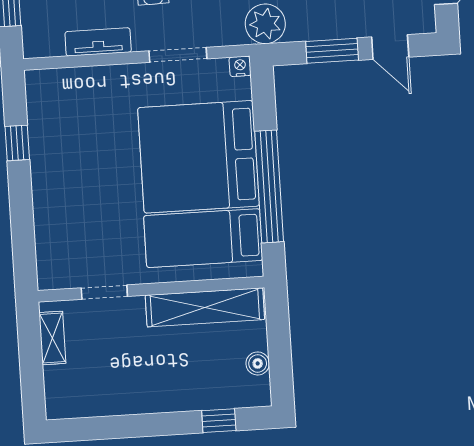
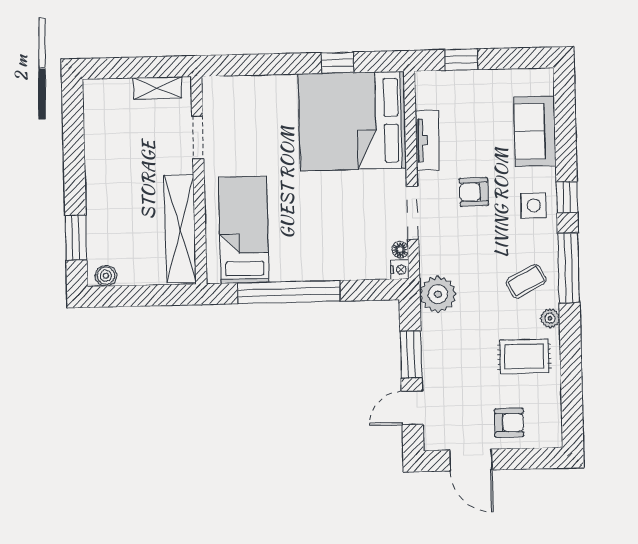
floor lamp: (218, 67) -> (400, 250), added
bed: (199, 157) -> (352, 121), moved, turned -90
boiler: (258, 363) -> (106, 276), moved
window: (219, 421) -> (76, 238), width x1.50

